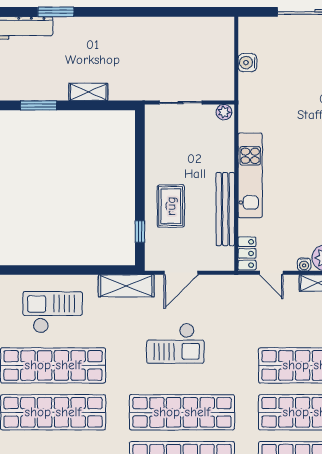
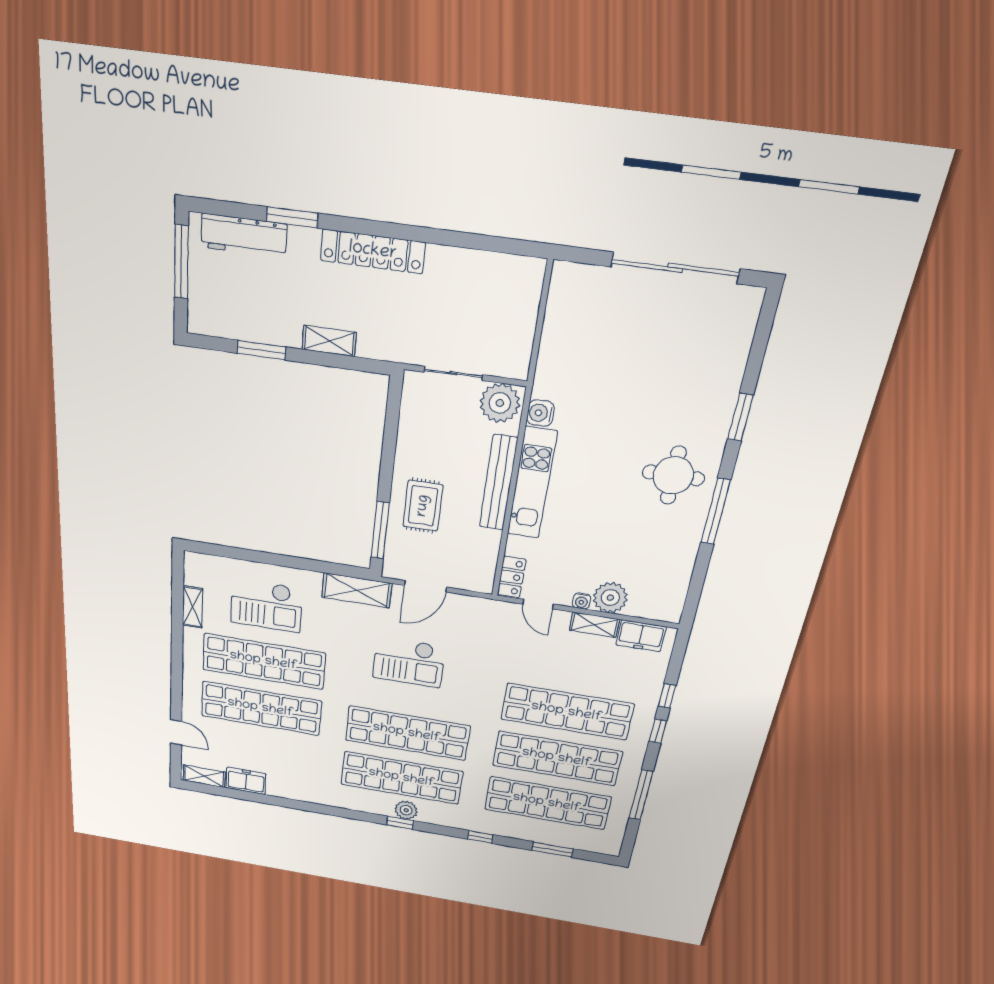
locker: (114, 27) -> (373, 251), added
water cooler: (247, 63) -> (540, 413), moved
plant: (224, 112) -> (500, 403), width x1.87, depth x1.87
bench: (225, 209) -> (498, 483), moved
window: (140, 231) -> (380, 530), width x2.17
checkout: (53, 312) -> (266, 605), turned 180

